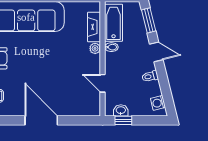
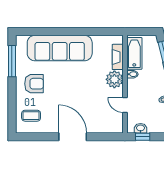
plant: (95, 48) -> (114, 79), width x1.88, depth x1.88

